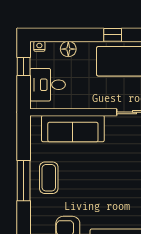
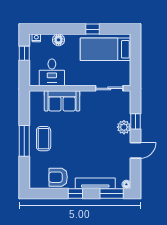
desk: (48, 85) -> (52, 72), moved, turned -90
sofa: (73, 129) -> (62, 101), width x0.73

